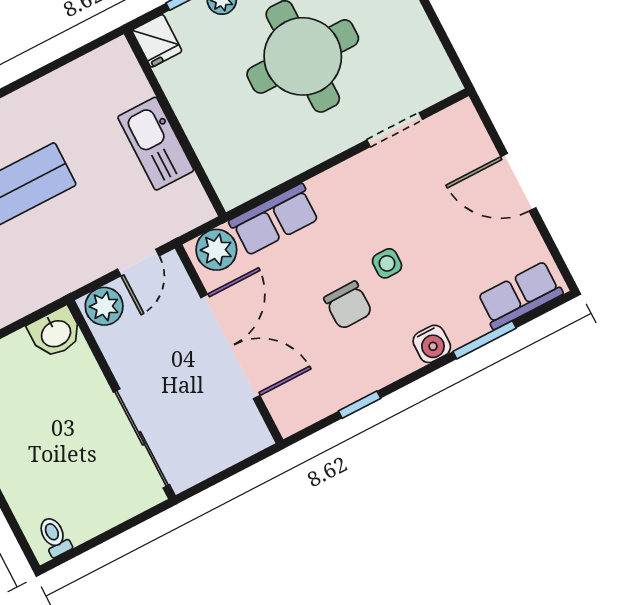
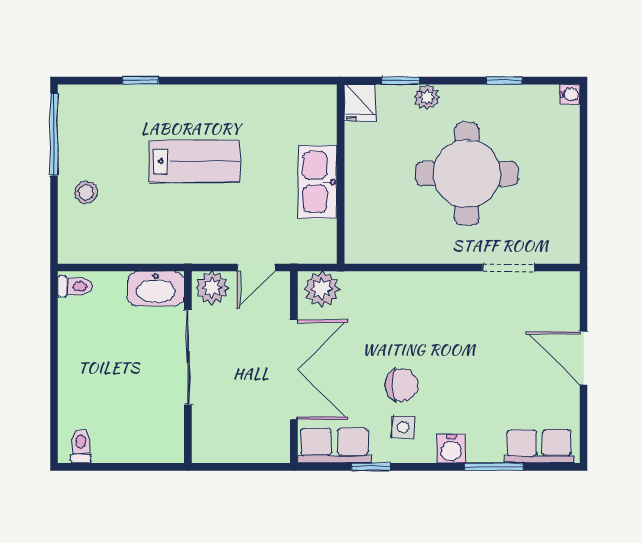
row of seats: (274, 220) -> (334, 445), moved, turned 180
side table: (387, 263) -> (403, 427), moved
chair: (348, 305) -> (402, 385), turned -89
washbasin: (55, 333) -> (156, 289), width x1.38
sliding door: (142, 438) -> (188, 357), moved

